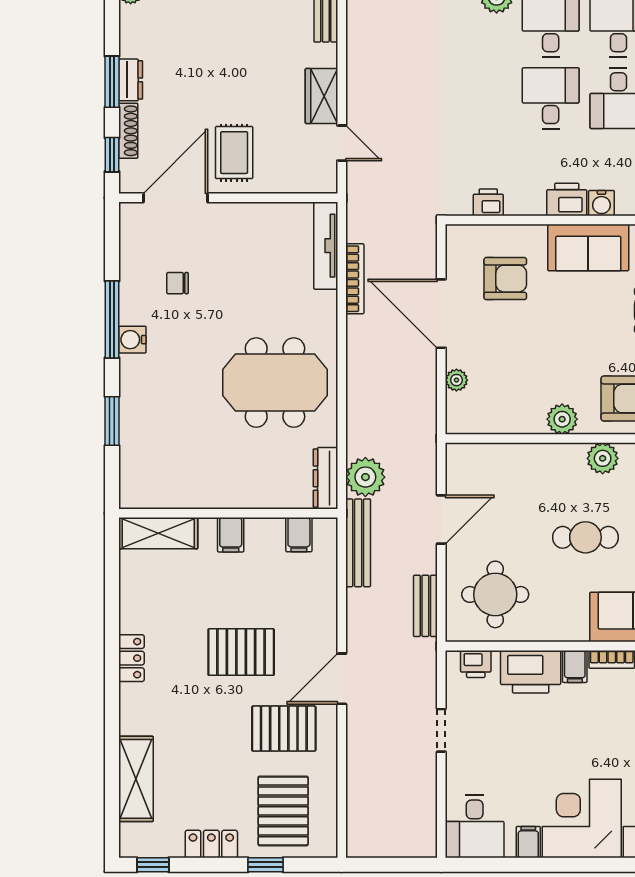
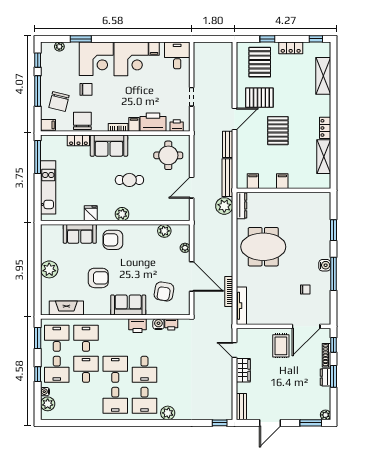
water cooler: (601, 203) -> (158, 324), moved
armchair: (505, 279) -> (164, 292), turned -80
plant: (562, 419) -> (164, 231), moved
shelving: (158, 533) -> (324, 157), moved, turned 90
bench: (425, 606) -> (228, 144), moved
pallet: (241, 652) -> (278, 131), turned 90

